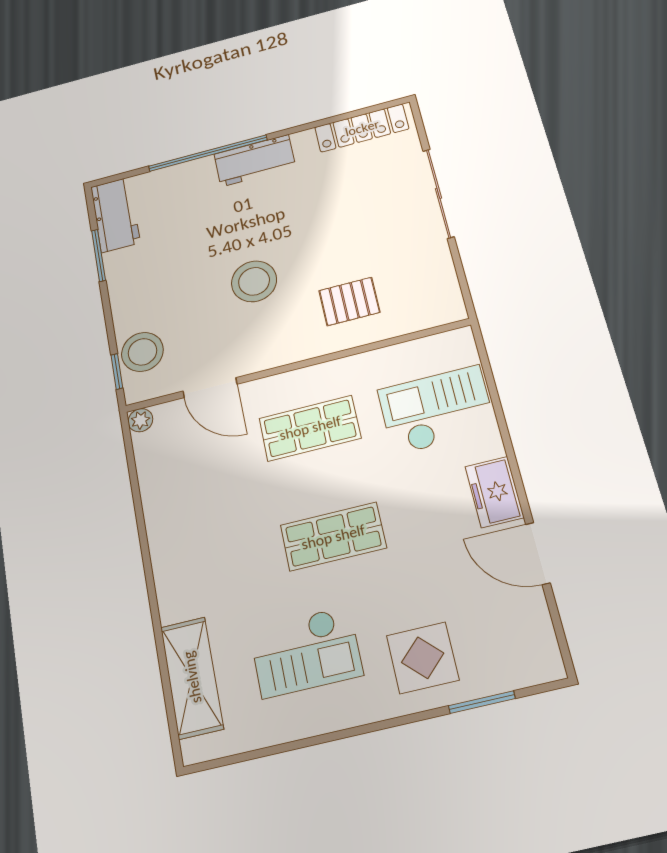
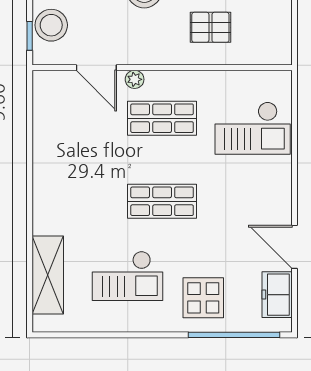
checkout: (436, 410) -> (253, 128), turned 180
plant: (140, 420) -> (135, 79), moved
freezer: (494, 492) -> (277, 295), moved
window: (482, 702) -> (234, 335), width x2.11

